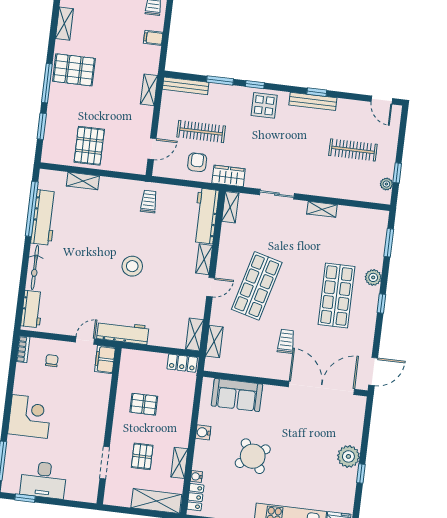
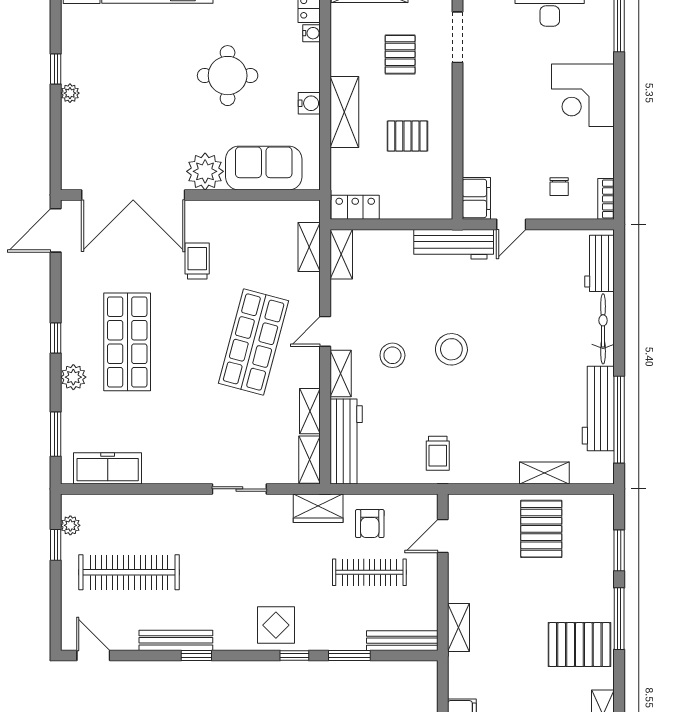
bench: (313, 101) -> (176, 640), moved
clothes rail: (353, 150) -> (129, 572), width x1.37, depth x1.31
shelving: (322, 209) -> (310, 411), moved, turned 90
freezer: (359, 217) -> (108, 468), added
stool: (170, 267) -> (392, 355), added
trolley: (286, 341) -> (197, 261), turned 180
plant: (274, 397) -> (205, 171), added
round table: (253, 456) -> (228, 76), turned 35
plant: (348, 456) -> (70, 93), width x0.53, depth x0.53
shelving: (179, 463) -> (344, 112), moved, width x1.50, depth x1.33

